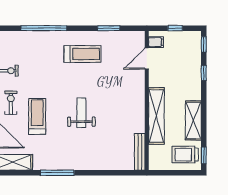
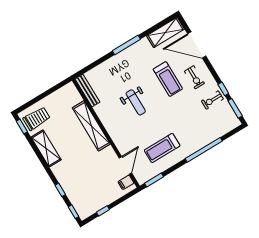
filing cabinet: (156, 42) -> (126, 182), moved
door: (147, 59) -> (125, 165), moved
wall: (147, 100) -> (106, 133), moved
shelving: (156, 116) -> (91, 126), moved
bench: (140, 152) -> (87, 91), moved

